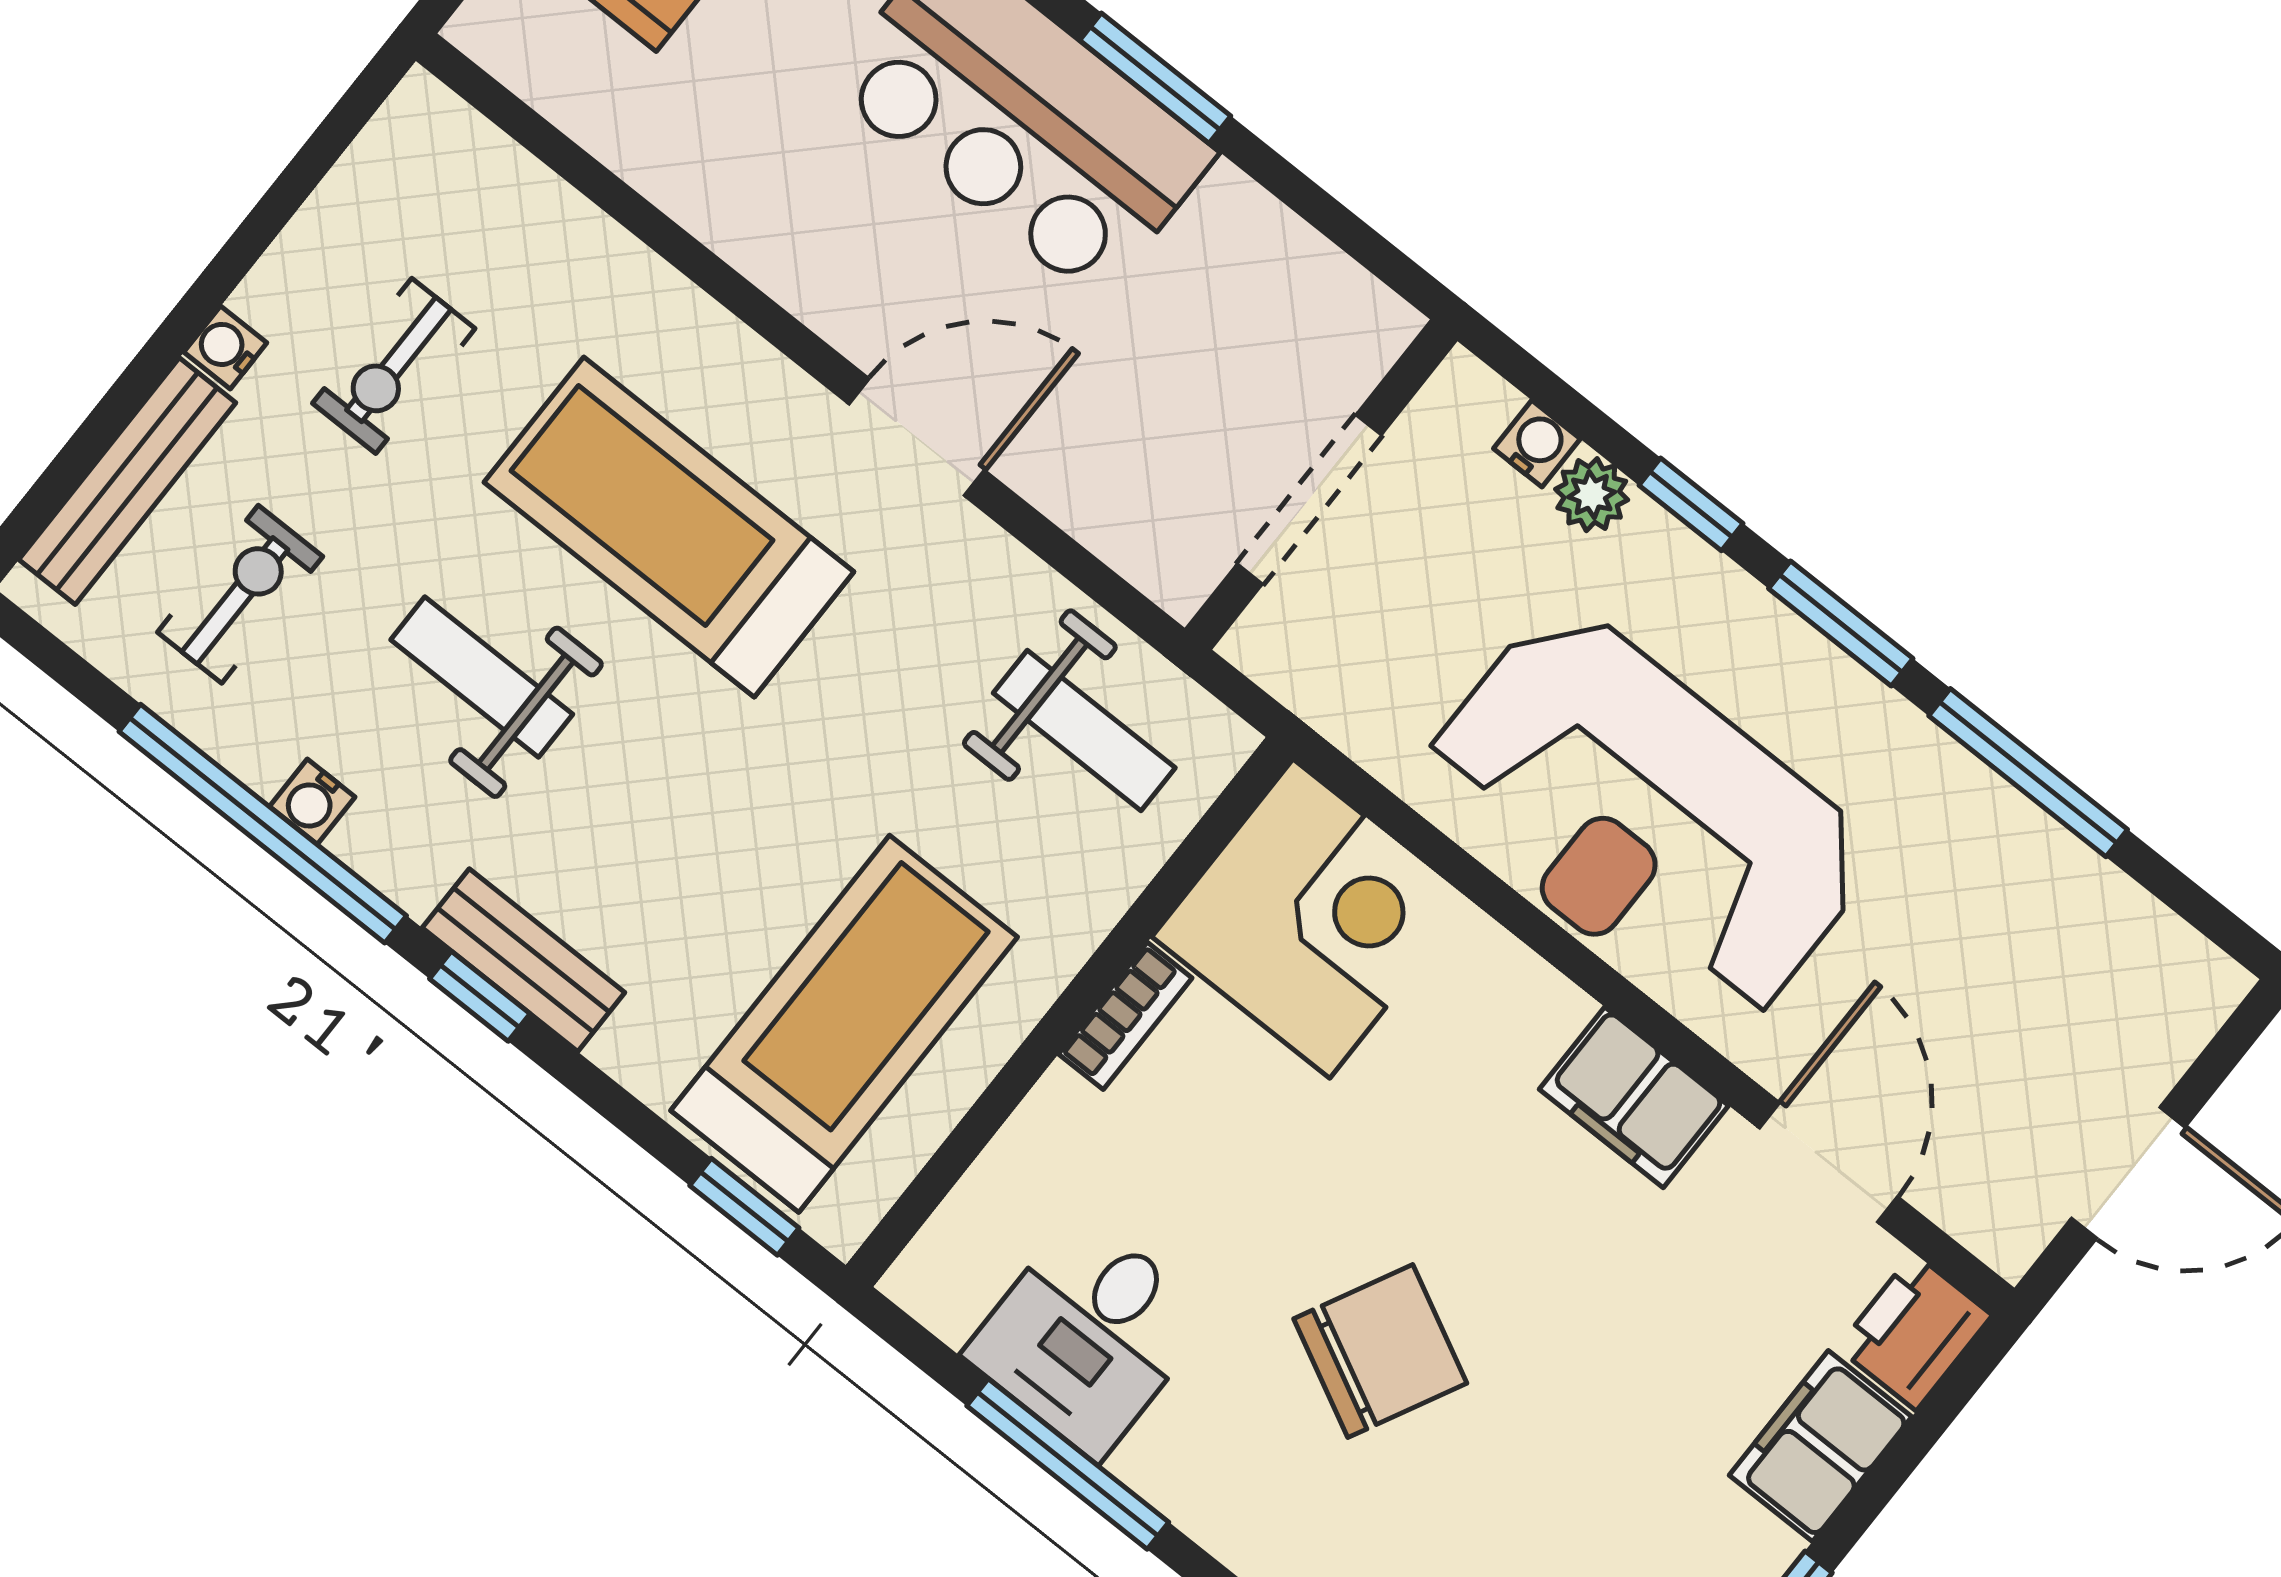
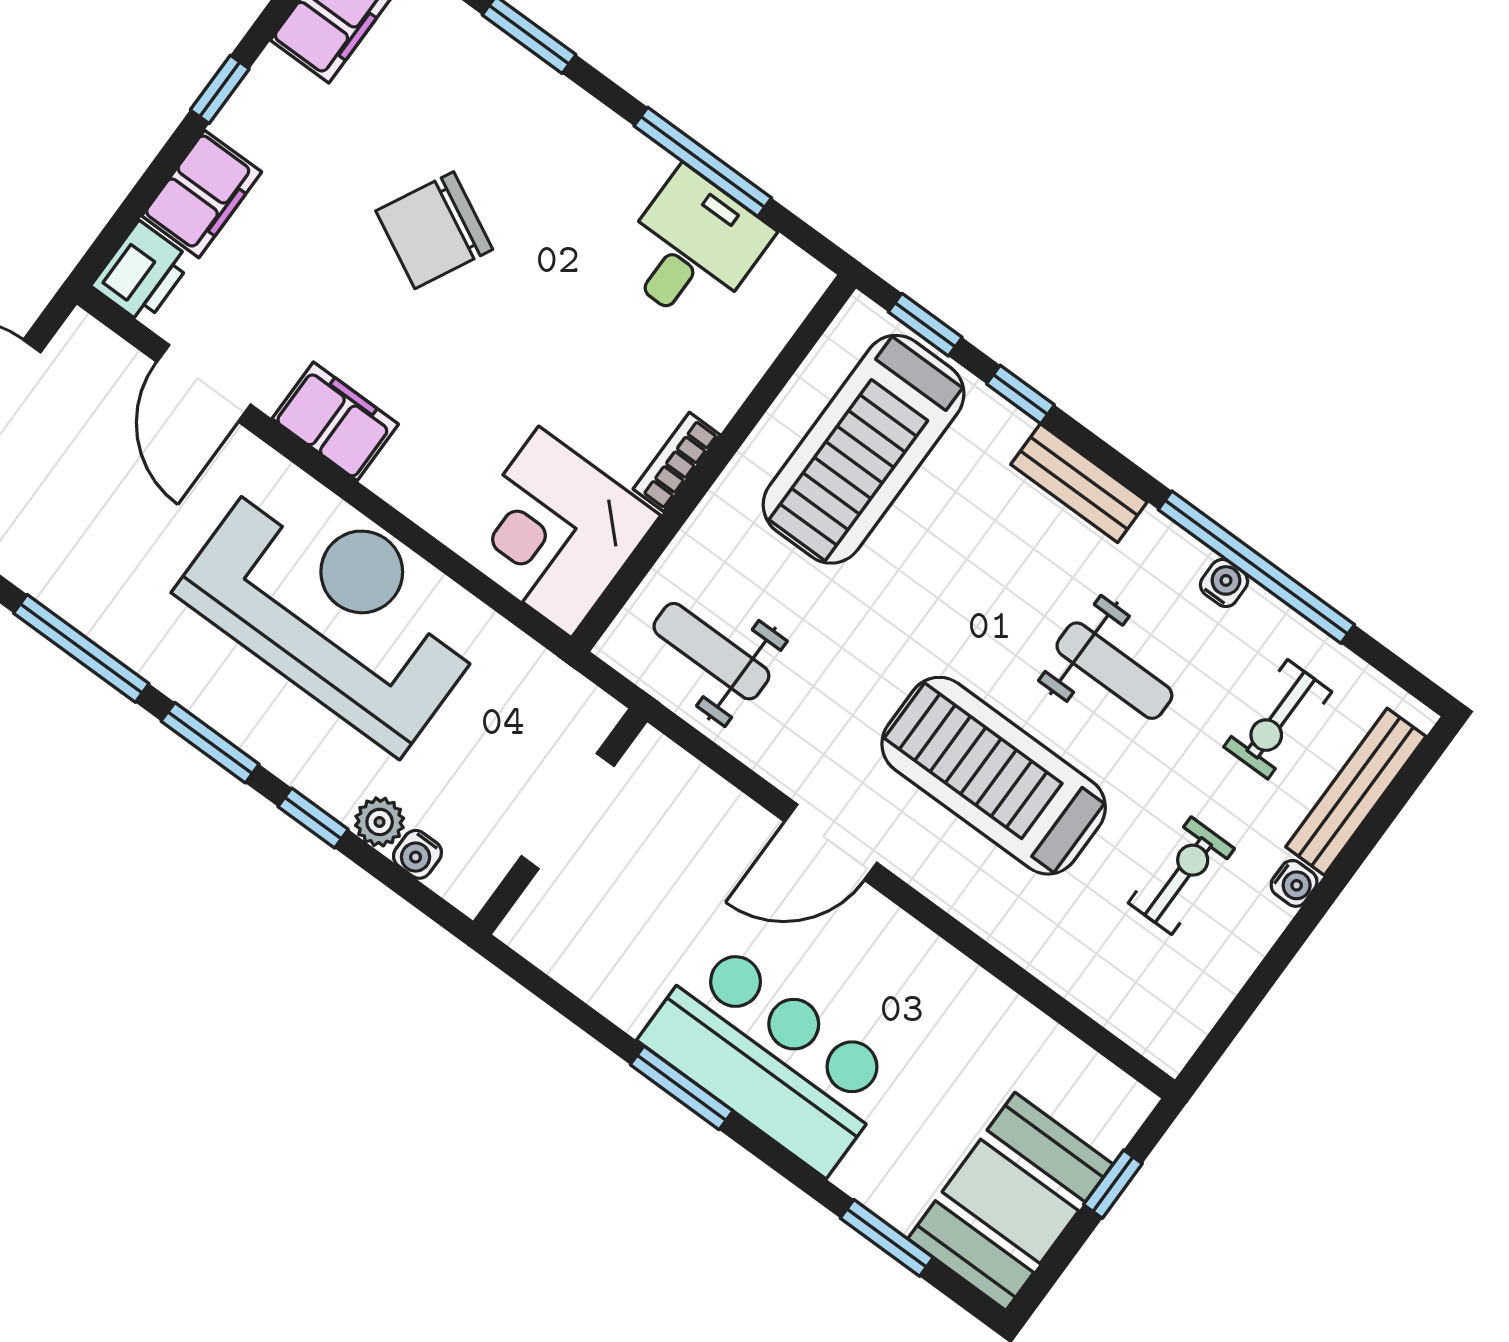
treadmill: (669, 527) -> (994, 776), turned 180
window: (480, 996) -> (1021, 394), moved
chair: (1380, 1351) -> (434, 230), moved

